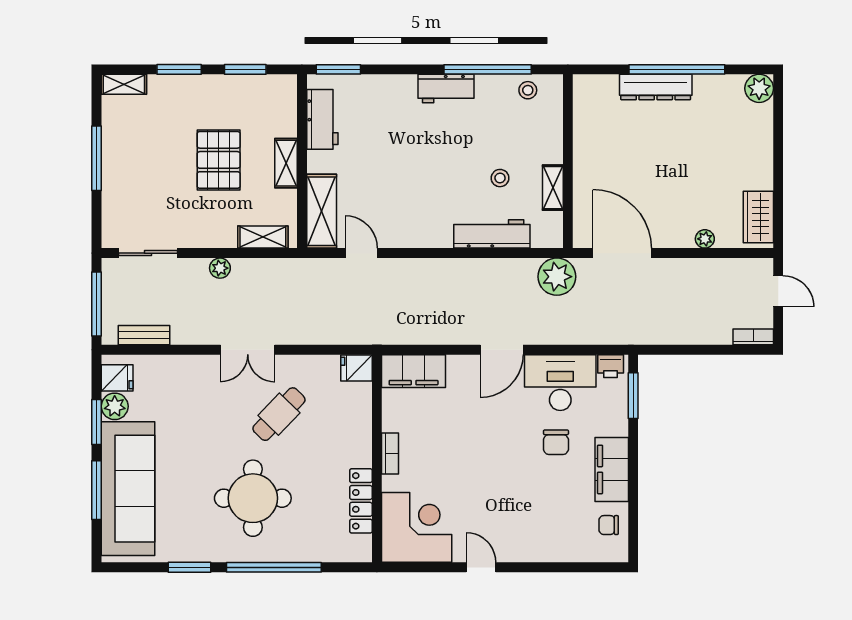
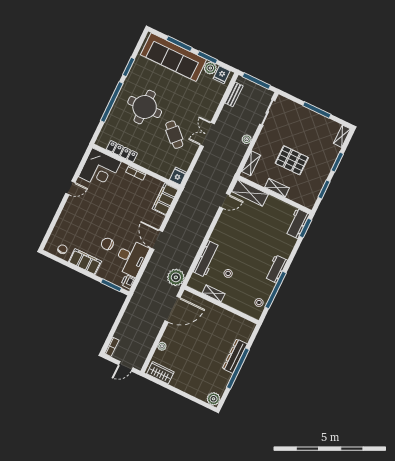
workbench: (322, 119) -> (297, 223), moved, turned 90

